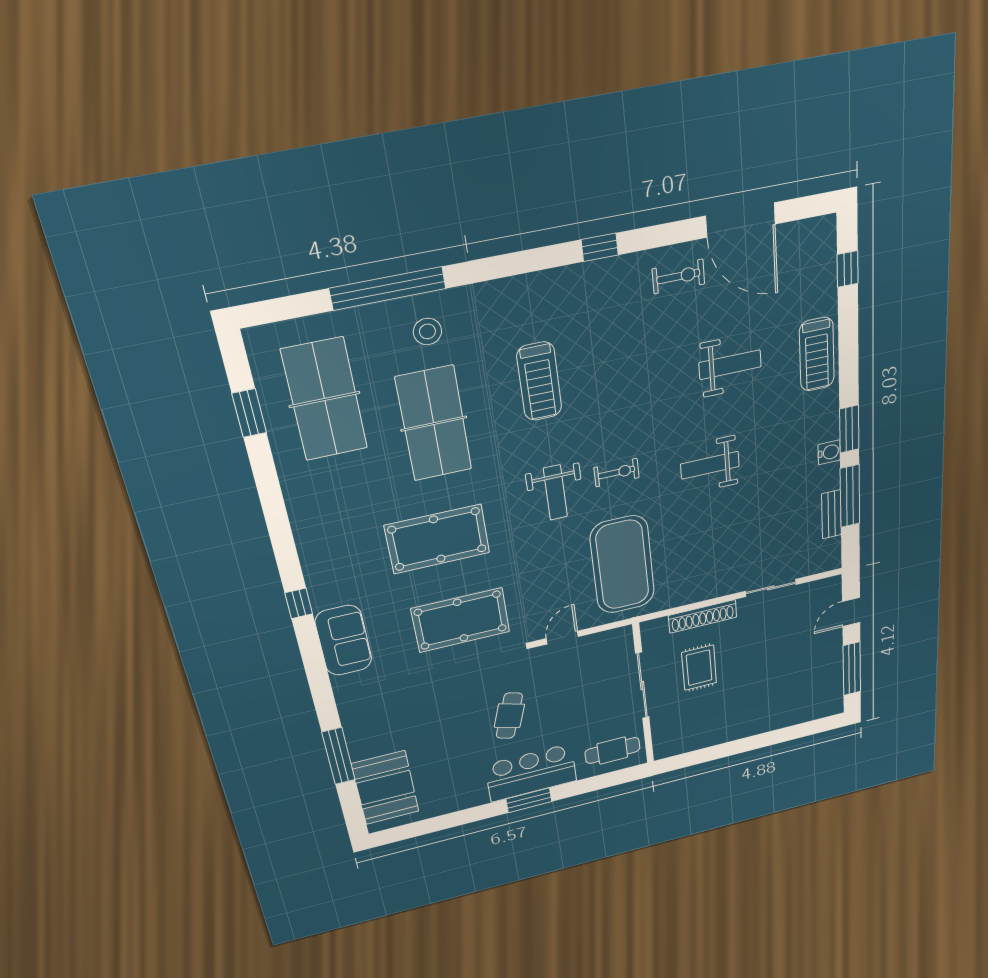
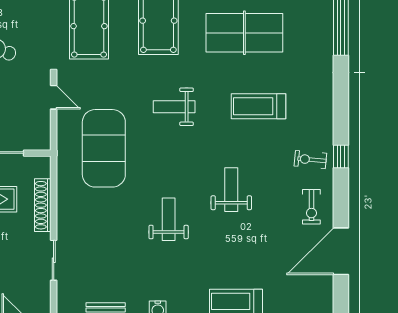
stool: (427, 331) -> (308, 39), removed
weight bench: (730, 365) -> (231, 190), moved, turned 180
exercise bike: (616, 473) -> (310, 160), moved, turned 95
exercise mat: (622, 565) -> (104, 148), turned 90

